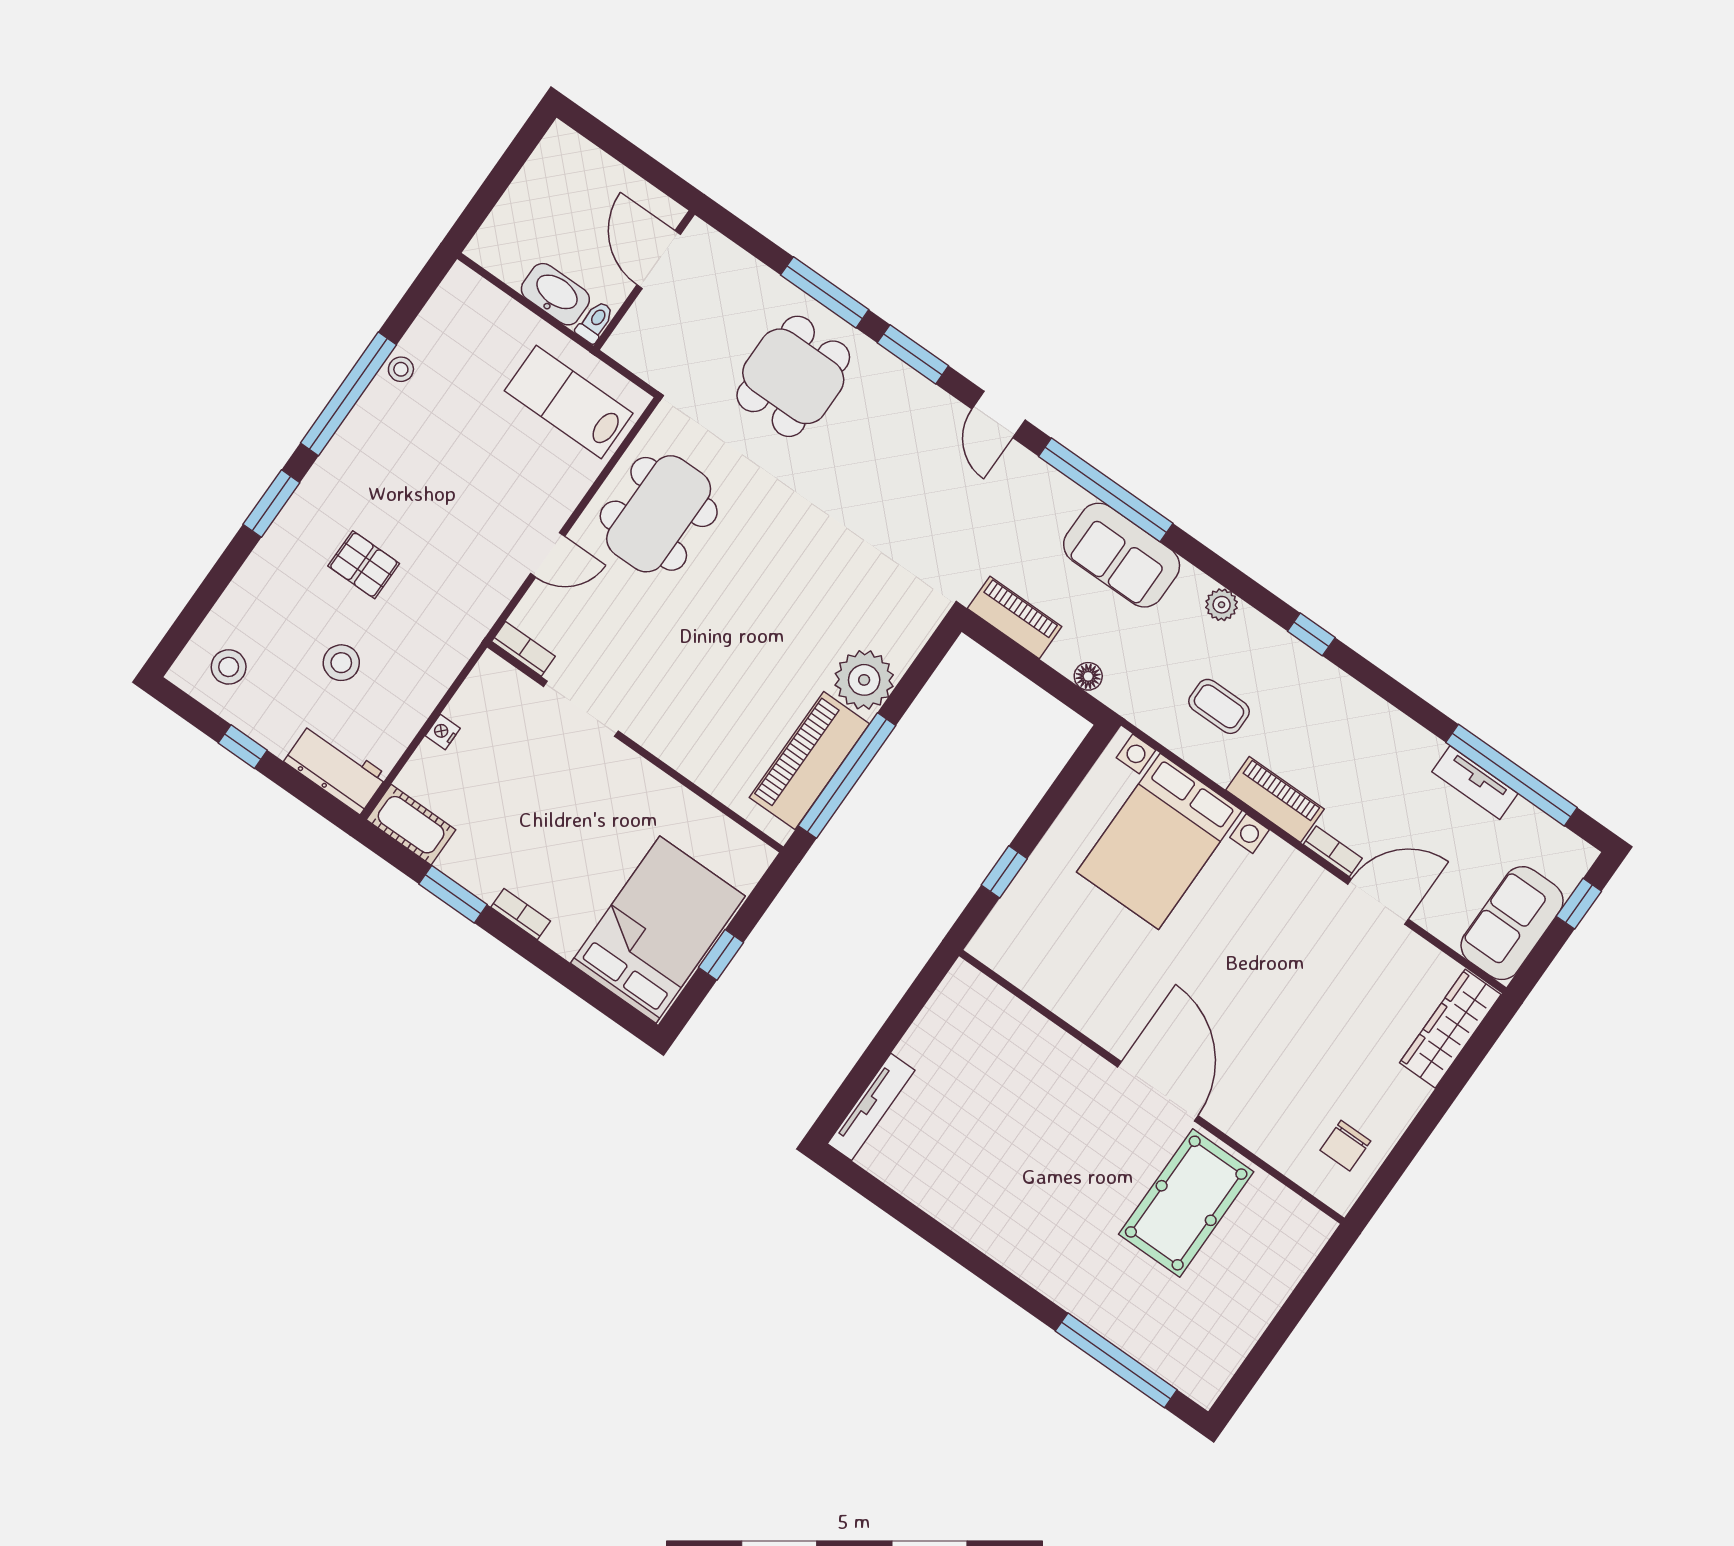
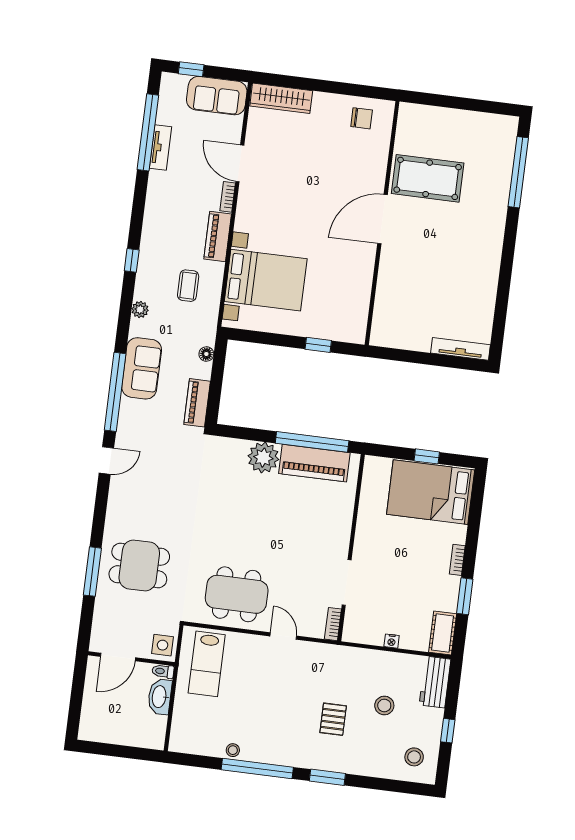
side table: (639, 345) -> (163, 645), added
window: (913, 354) -> (100, 515), removed

